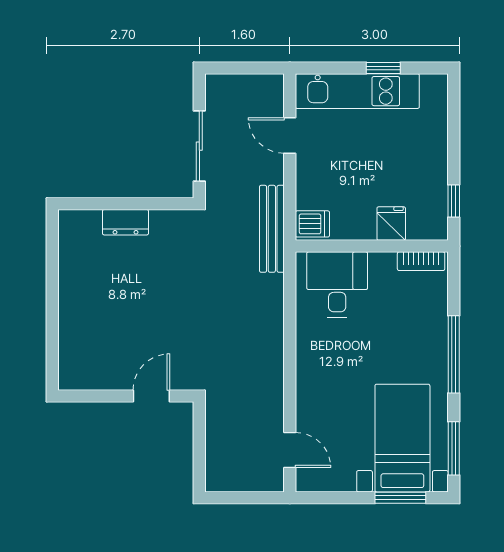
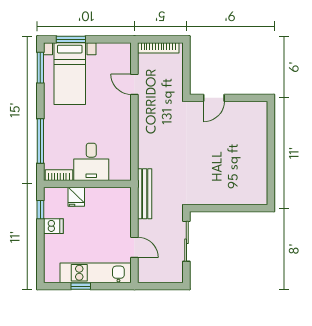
dresser: (125, 222) -> (229, 198), removed
dishwasher: (312, 224) -> (53, 226), moved, turned 180
desk: (337, 284) -> (91, 162), moved
window: (454, 354) -> (40, 141), moved
door: (290, 450) -> (134, 84), moved
bookcase: (248, 483) -> (158, 48), added

